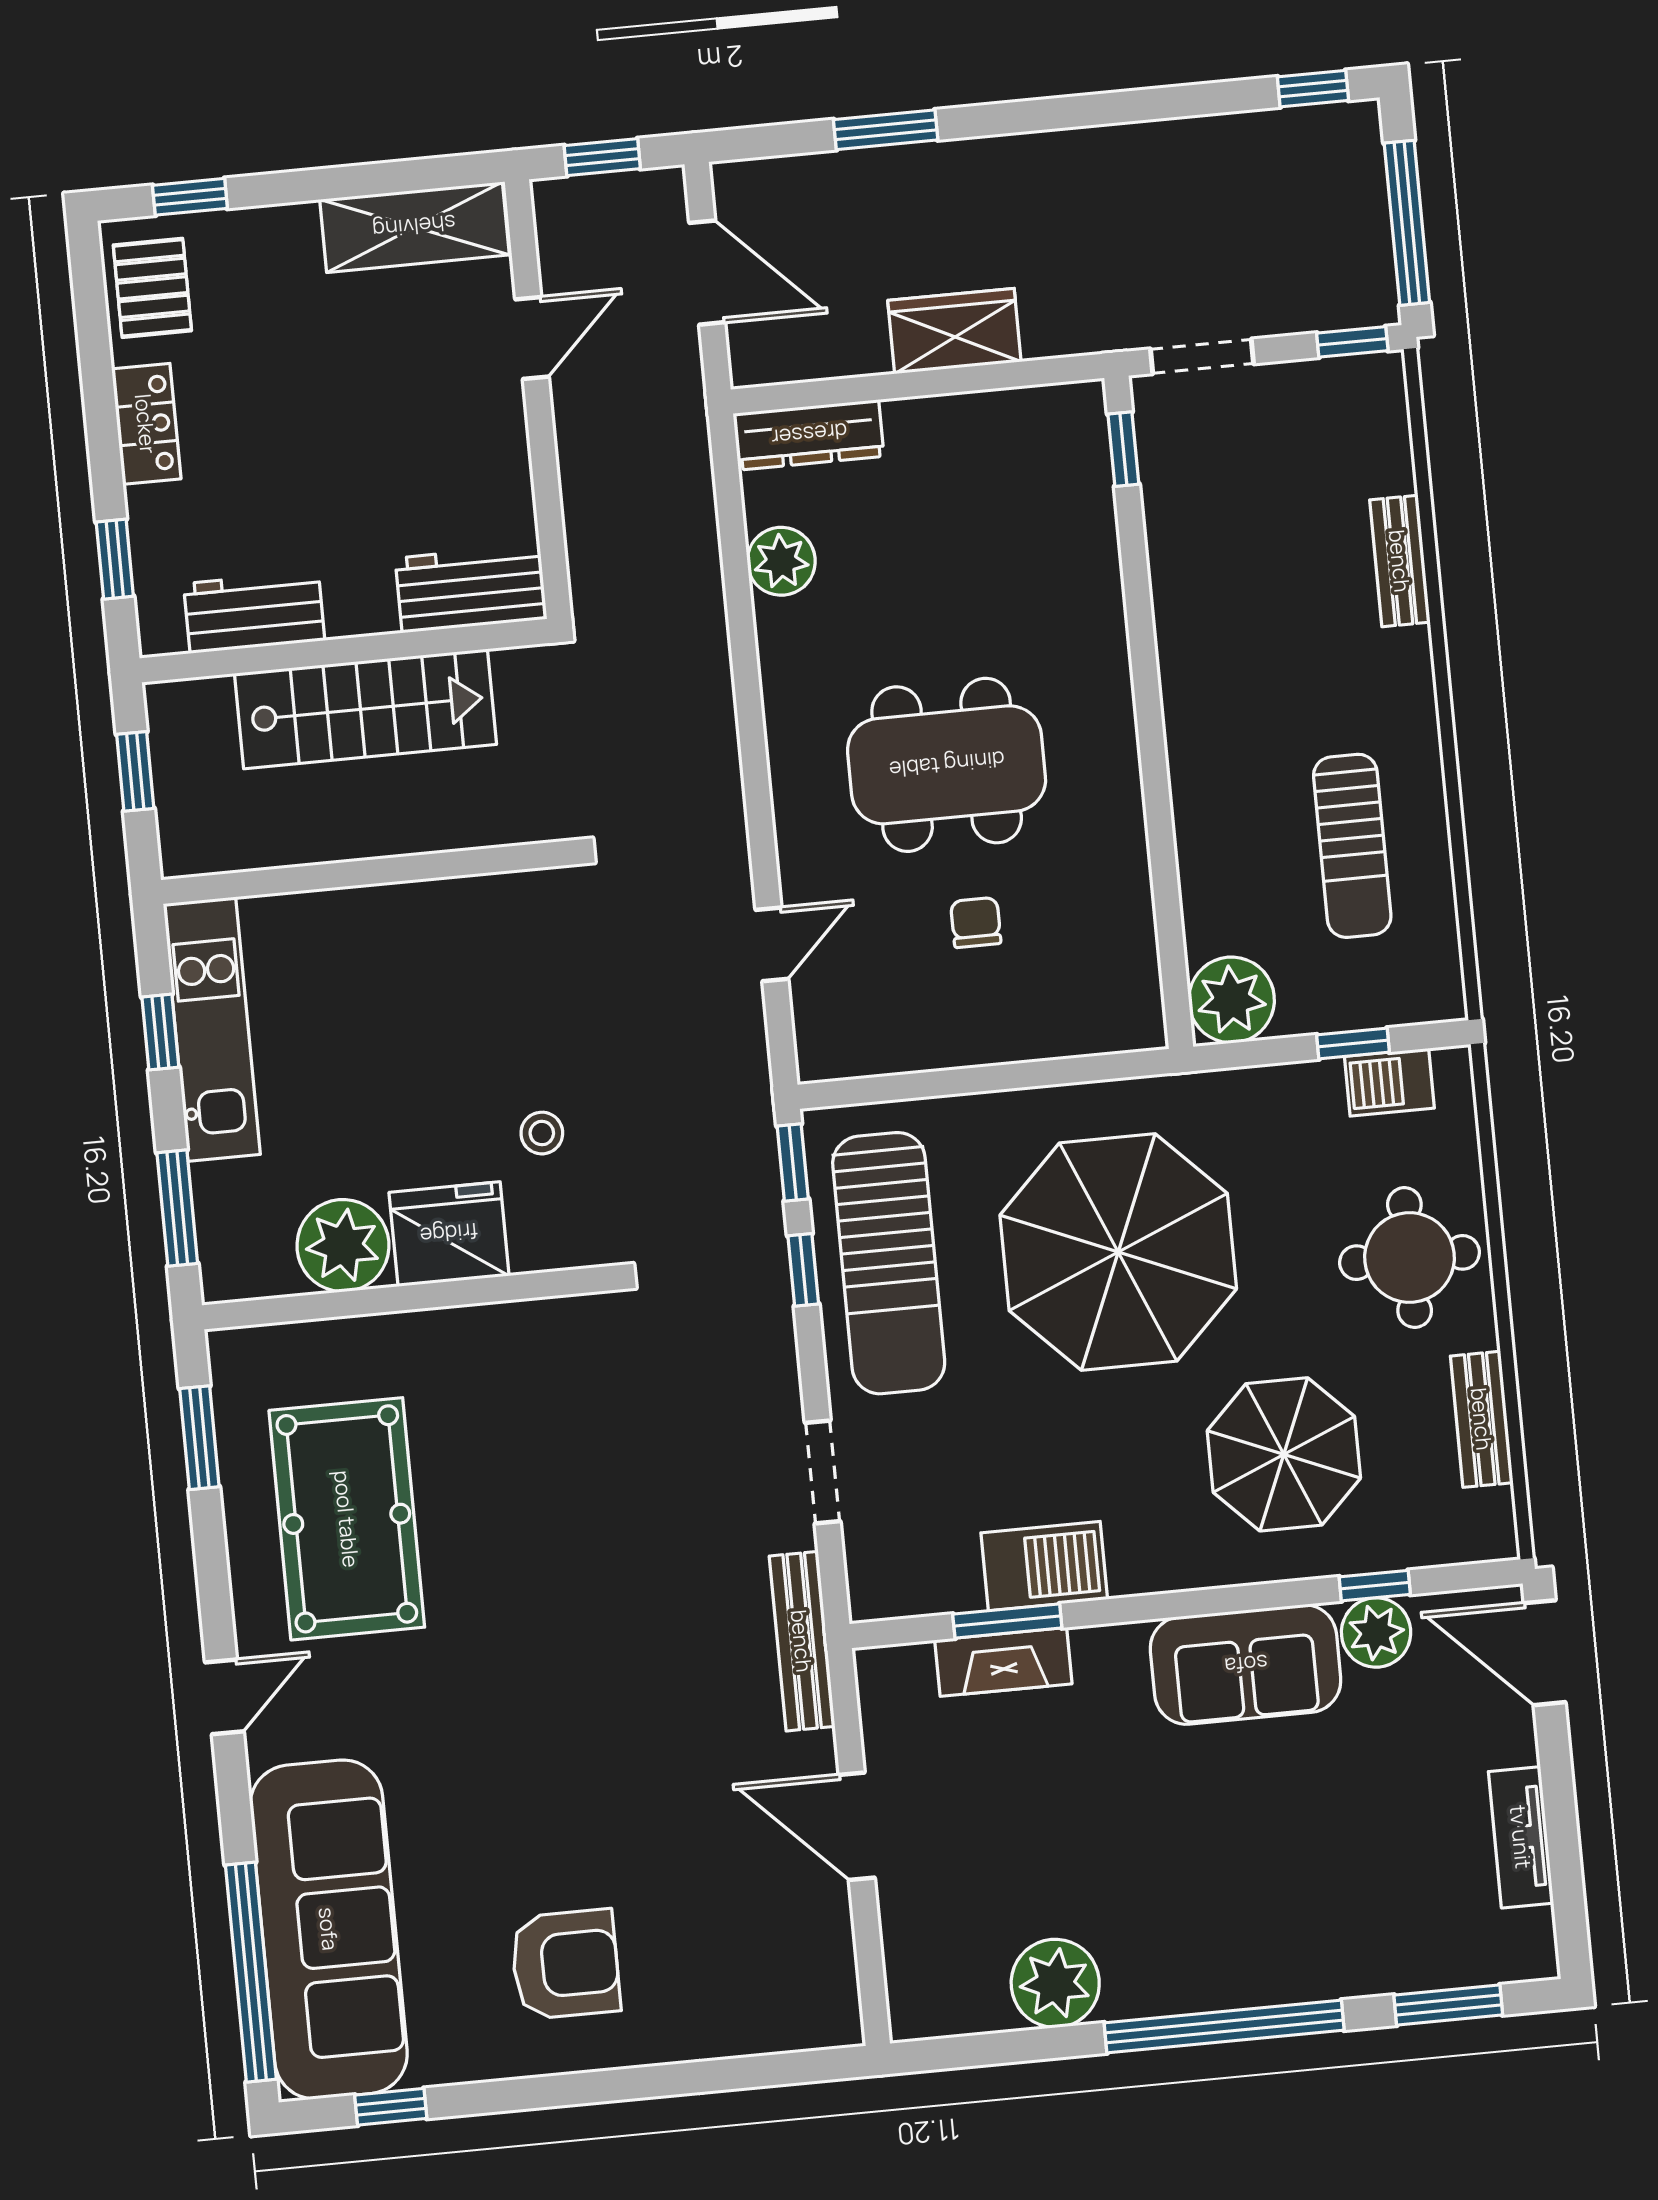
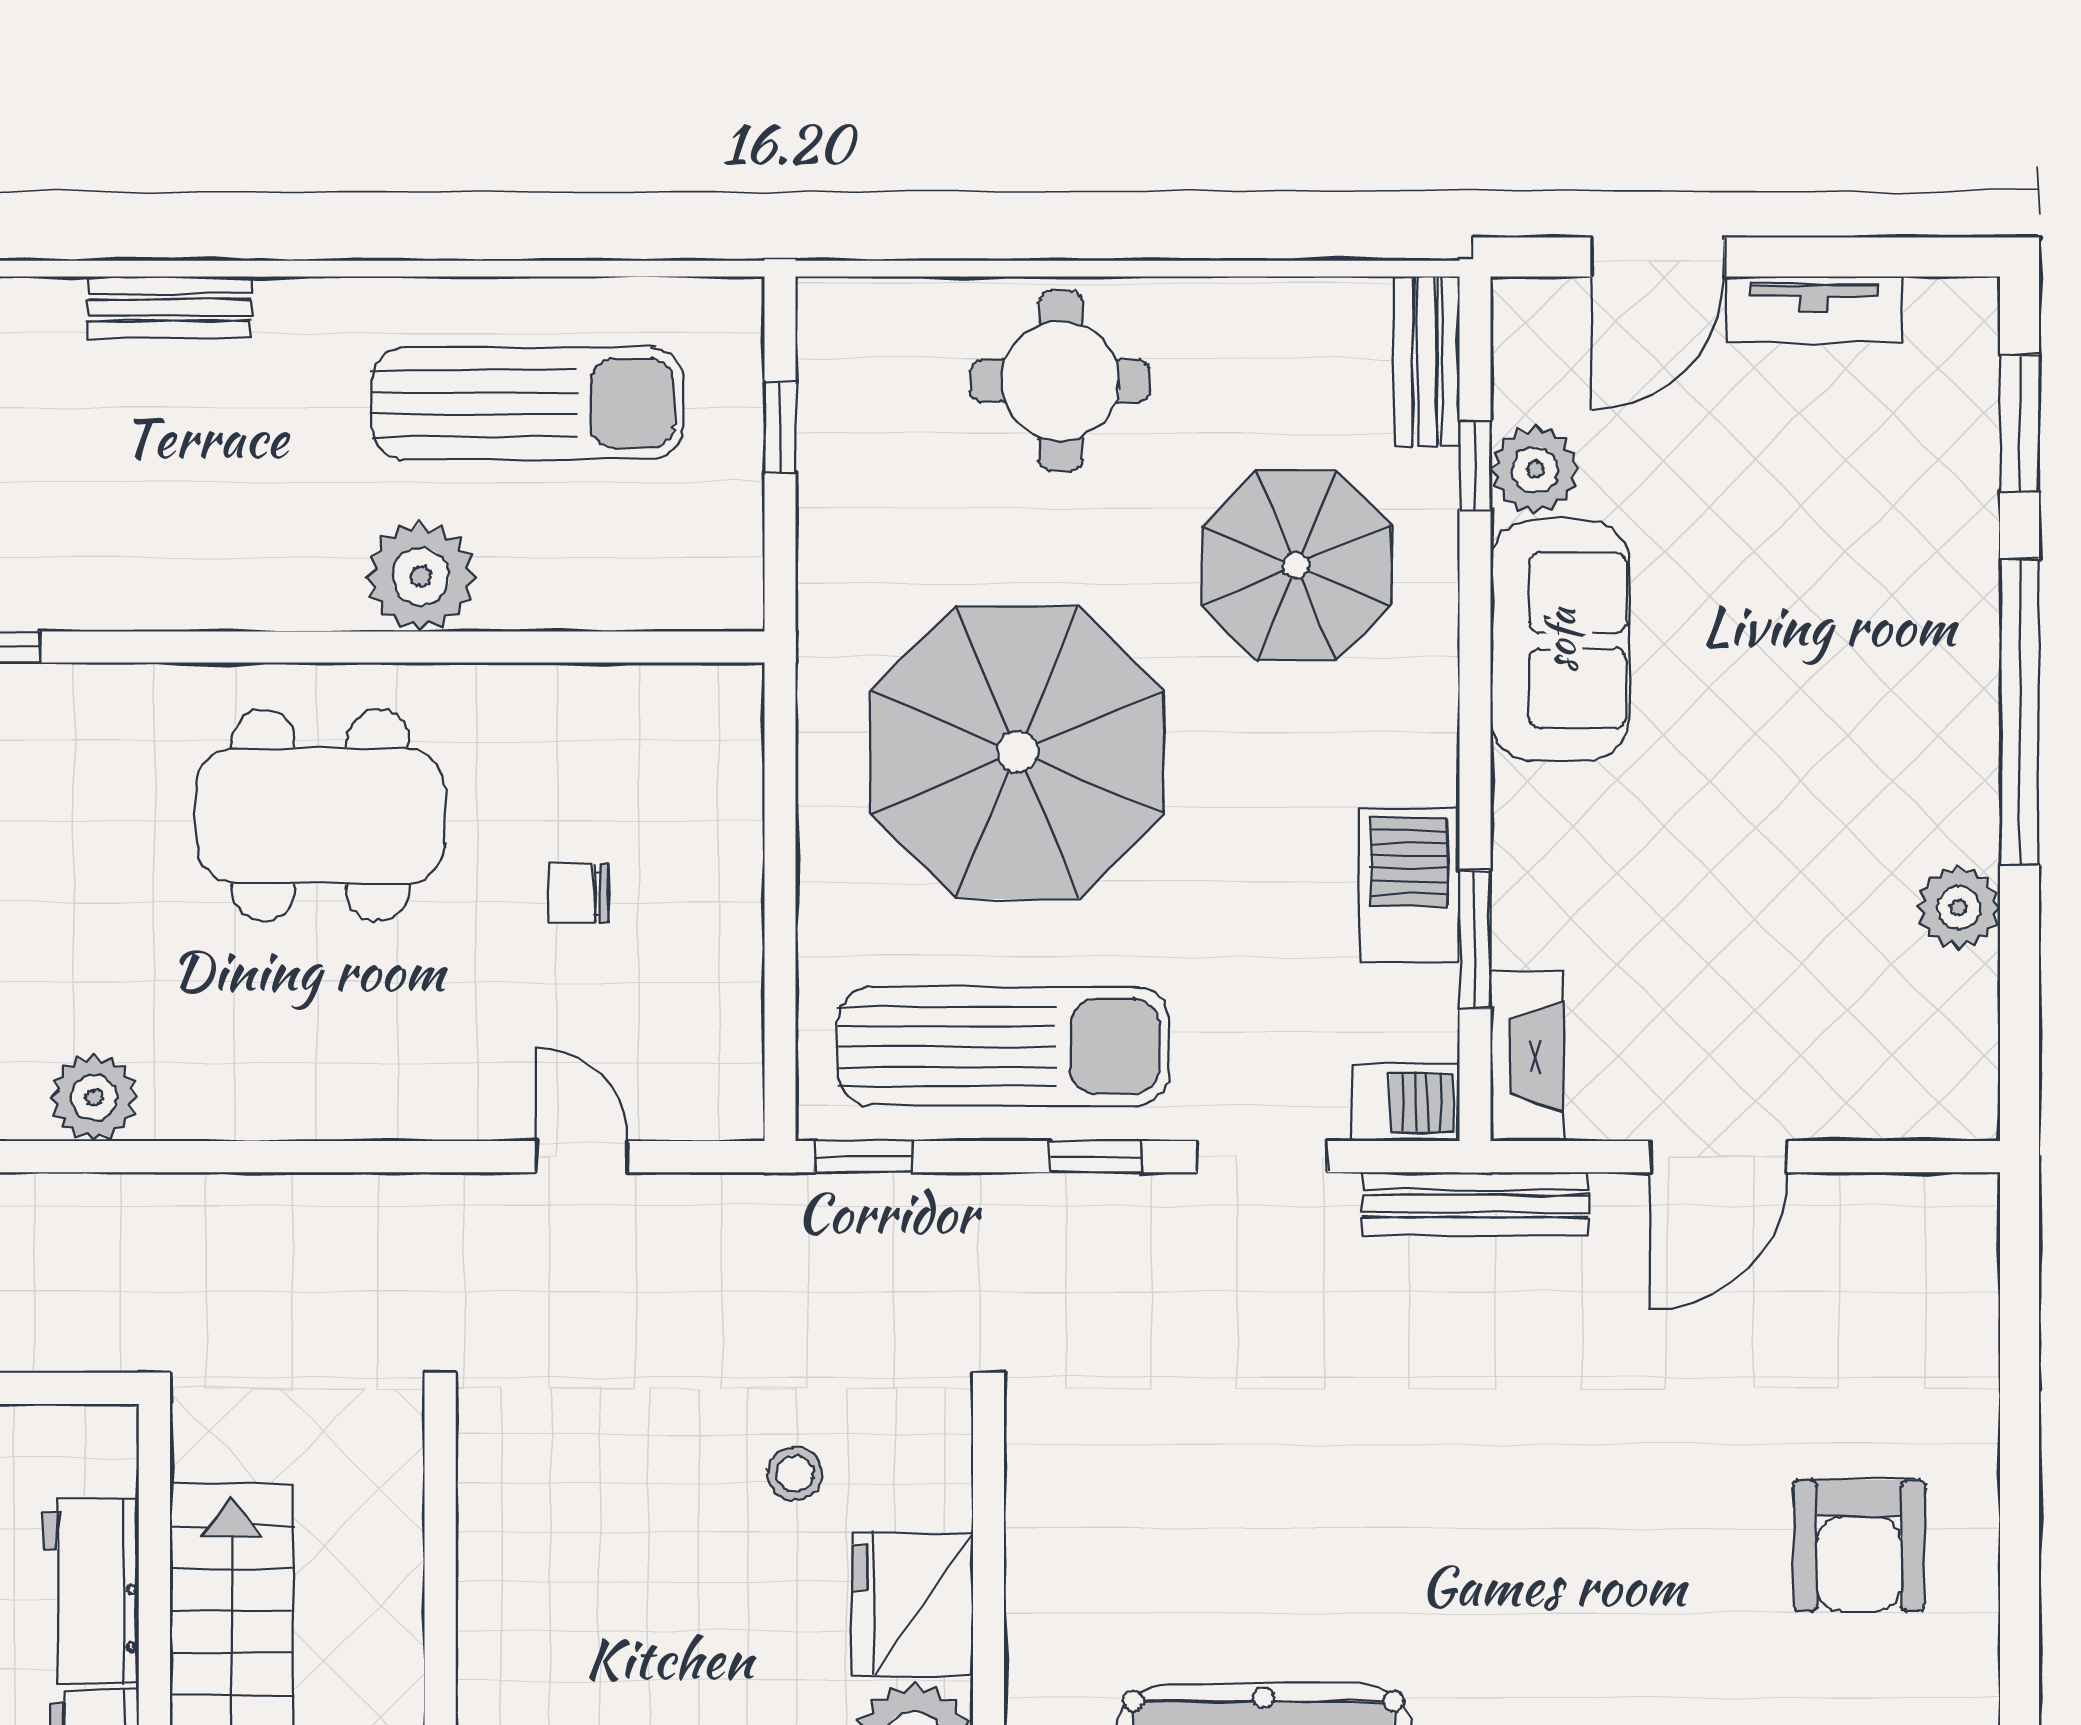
workbench: (471, 589) -> (91, 1590), moved
dining table: (947, 765) -> (320, 816), moved, turned 90
sun lounger: (1352, 846) -> (528, 403), width x1.36, depth x1.34
plant: (1232, 1000) -> (421, 576), moved
barbecue: (1389, 1082) -> (1405, 1103), moved, turned -90
window: (803, 1270) -> (1095, 1157), moved
bench: (1482, 1419) -> (1427, 361), moved, turned 90
door: (1545, 1653) -> (1658, 257), moved
fireplace: (1003, 1662) -> (1527, 1056), moved
armchair: (565, 1964) -> (1859, 1546), turned 180
plant: (1055, 1983) -> (1959, 907), width x0.73, depth x0.73

